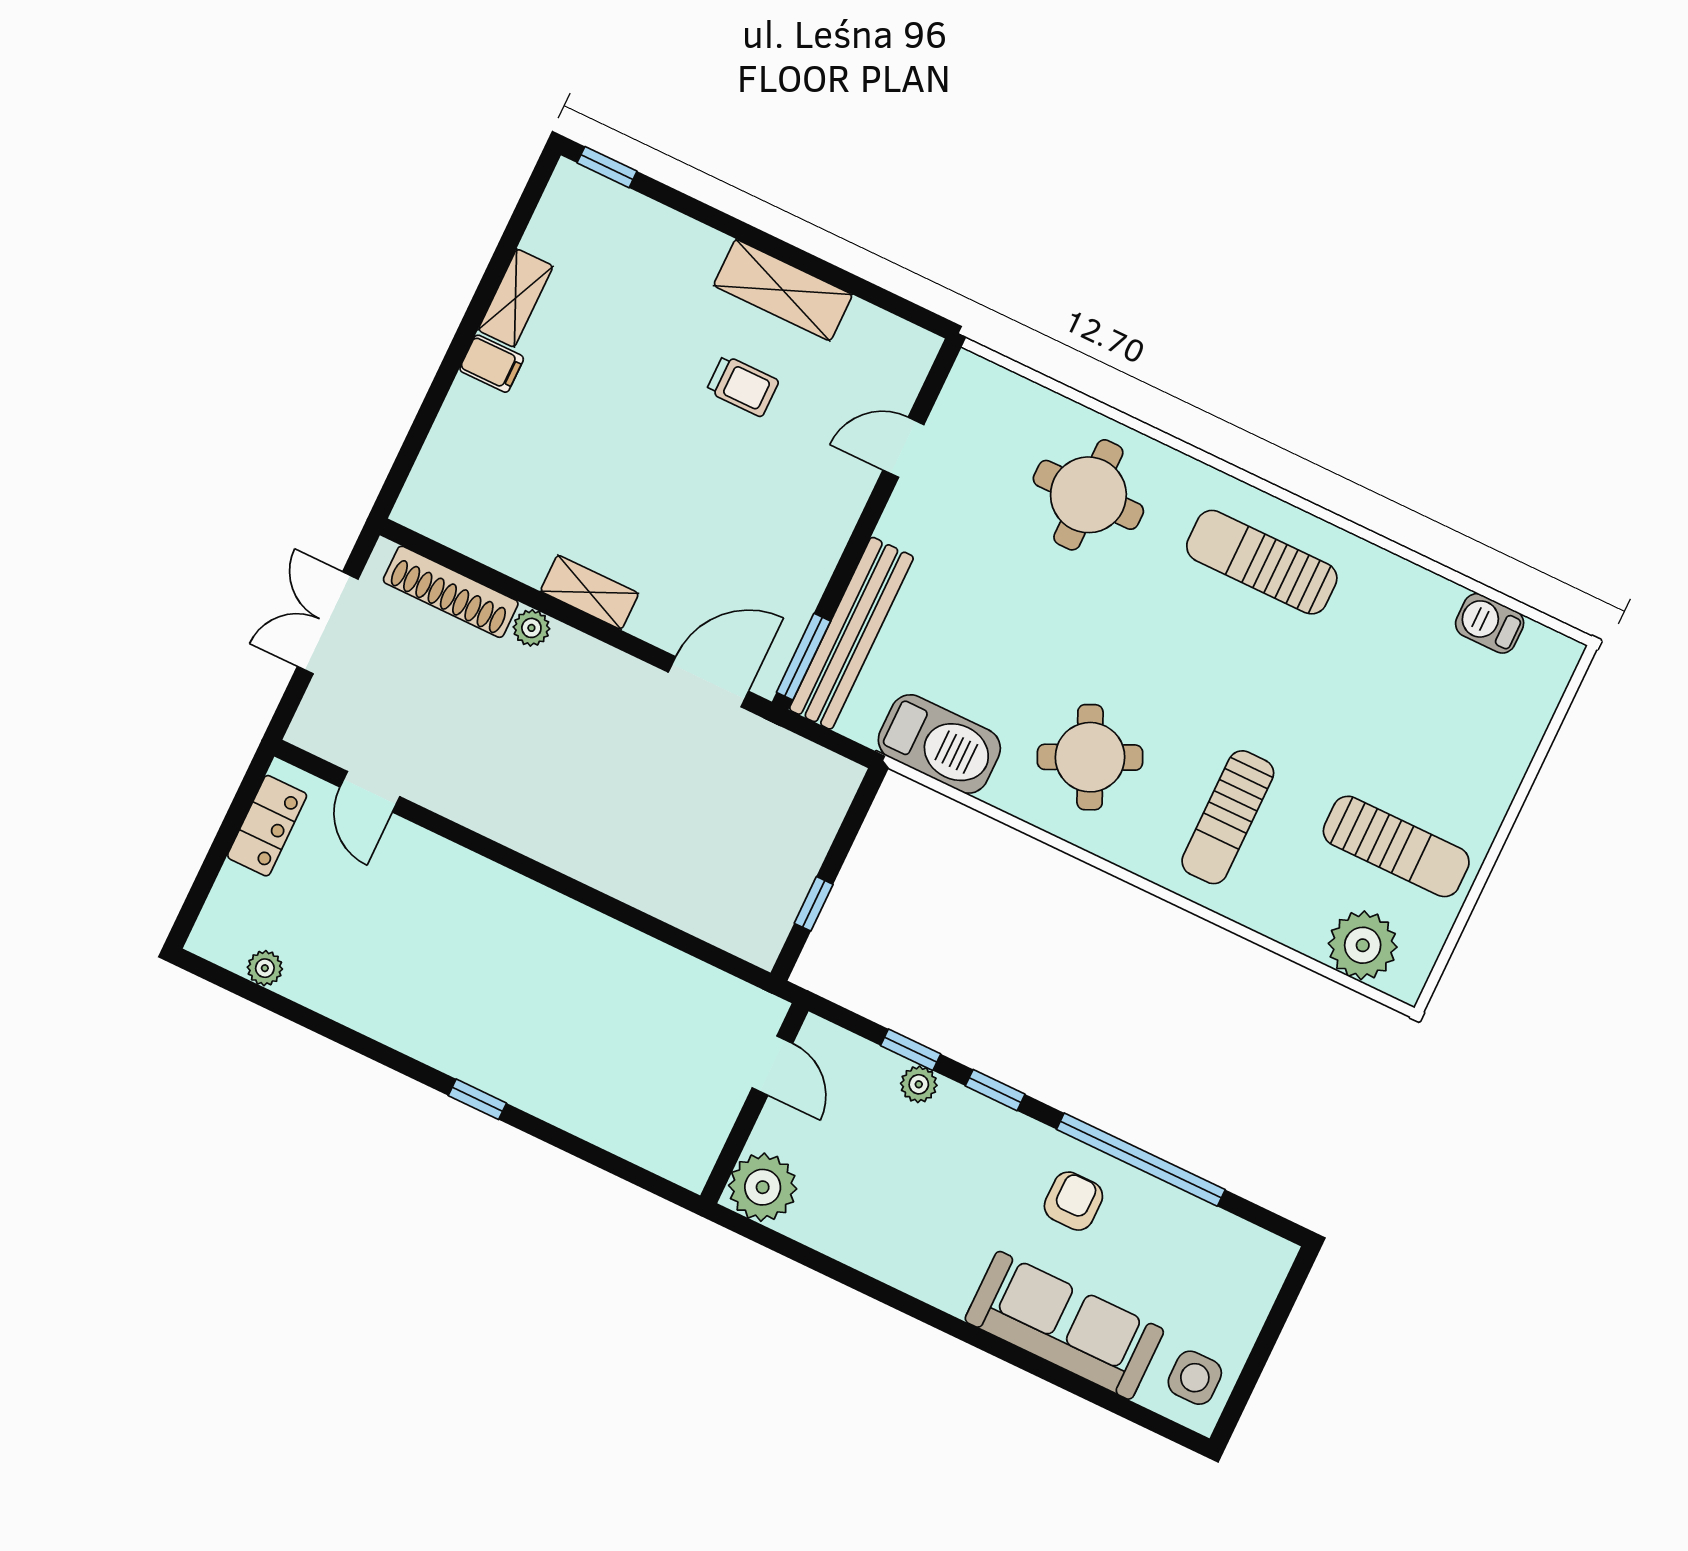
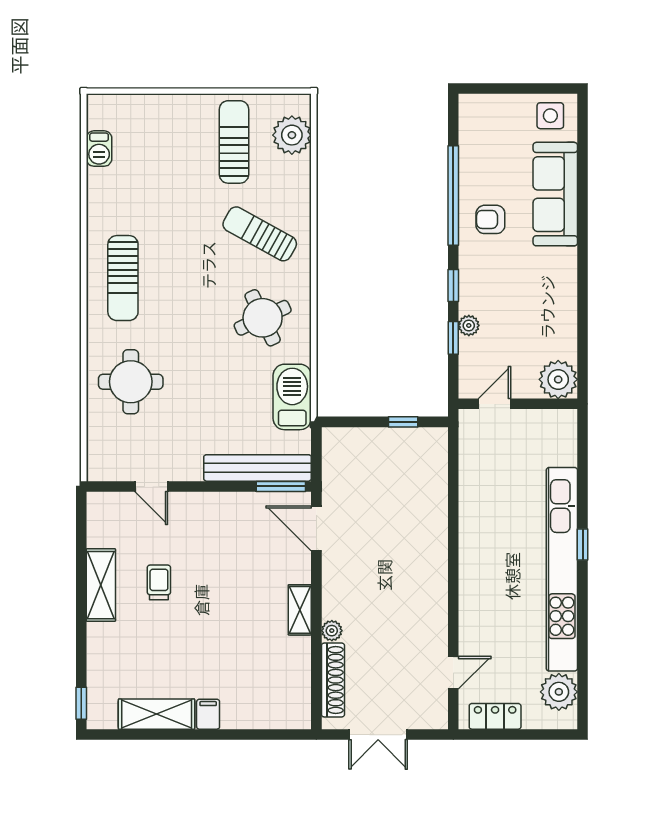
shelving: (516, 298) -> (157, 714), width x1.50, depth x1.33
sun lounger: (1228, 817) -> (260, 234), turned -151
plant: (265, 968) -> (559, 692), width x1.88, depth x1.88
kitchen unit: (453, 1047) -> (562, 569), added

